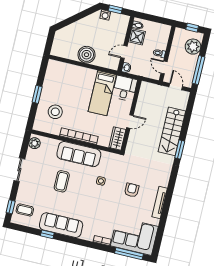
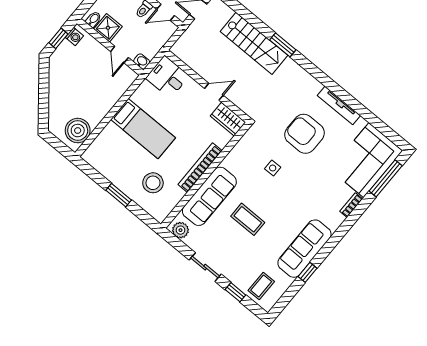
washing machine: (105, 15) -> (74, 36), moved
boiler: (87, 55) -> (78, 131), moved
bed: (102, 93) -> (143, 129), moved
door: (130, 121) -> (214, 92), hinge flipped
sofa: (79, 154) -> (209, 196), moved
armchair: (132, 190) -> (305, 134), width x1.88, depth x1.88
window: (11, 207) -> (235, 292), moved

